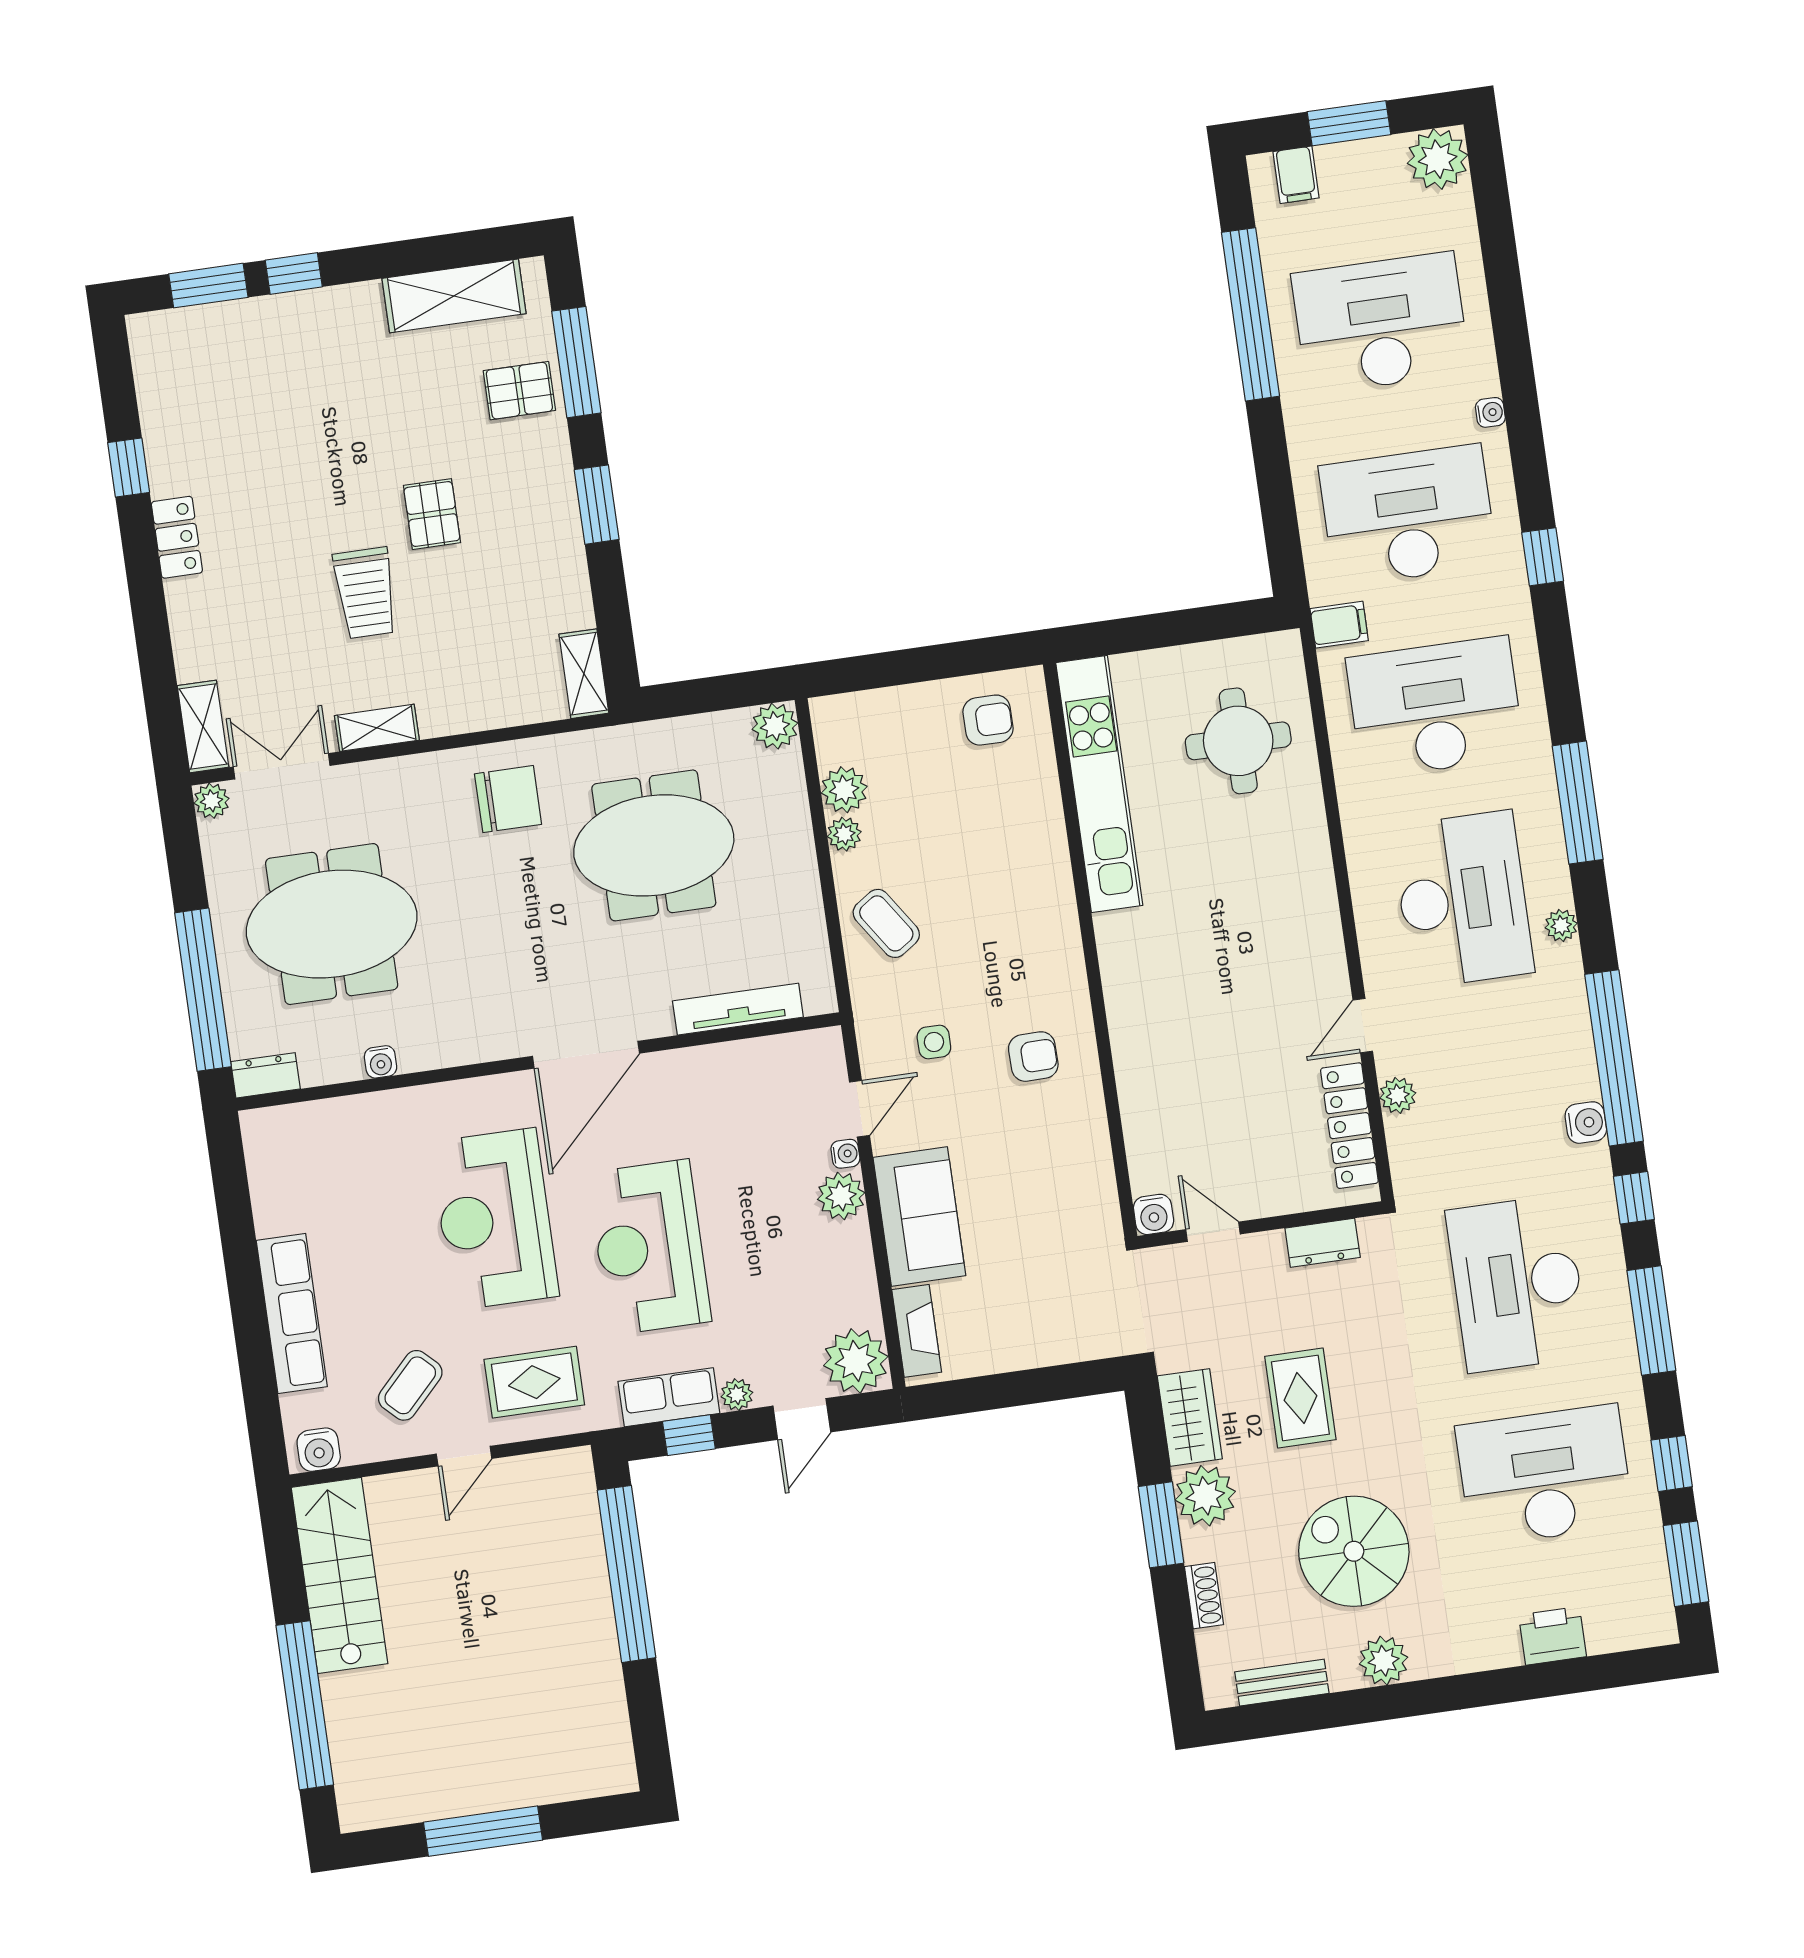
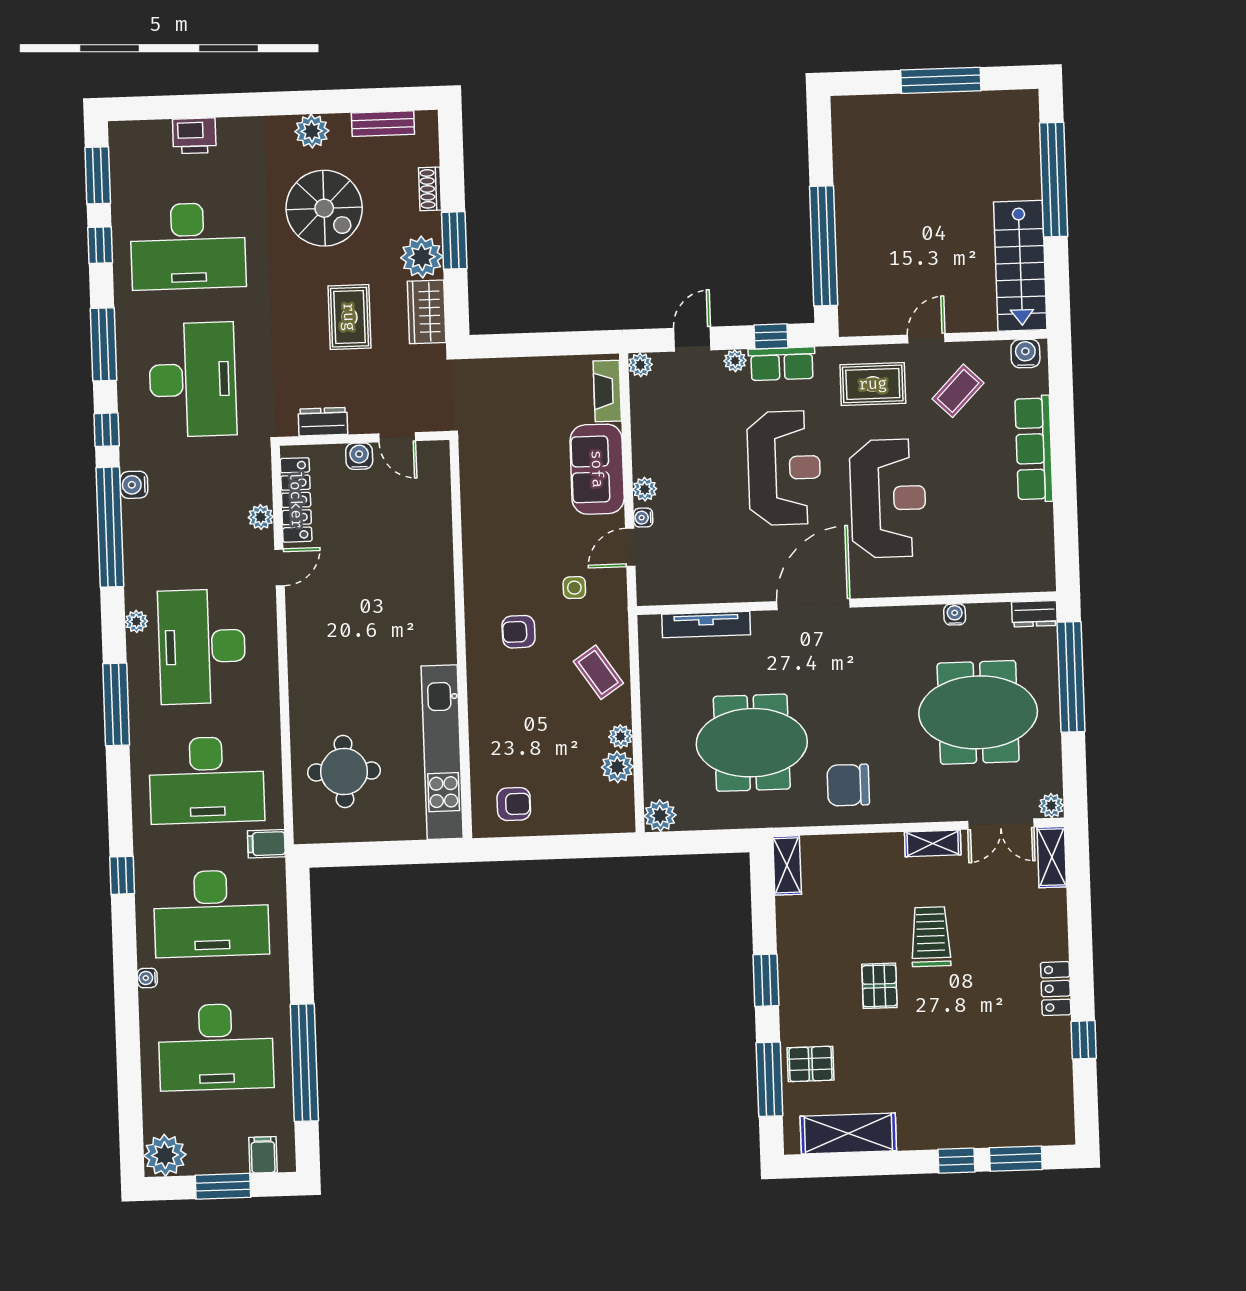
armchair: (988, 720) -> (514, 804), turned 180
armchair: (1033, 1057) -> (519, 632), moved
plant: (841, 1196) -> (645, 489), width x0.73, depth x0.73
water cooler: (1154, 1214) -> (359, 456), moved
plant: (856, 1361) -> (640, 365), width x0.53, depth x0.53

